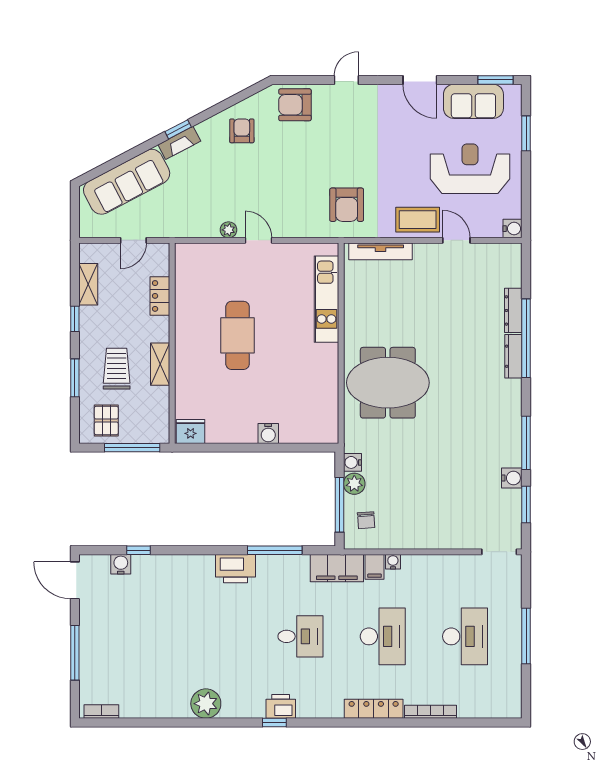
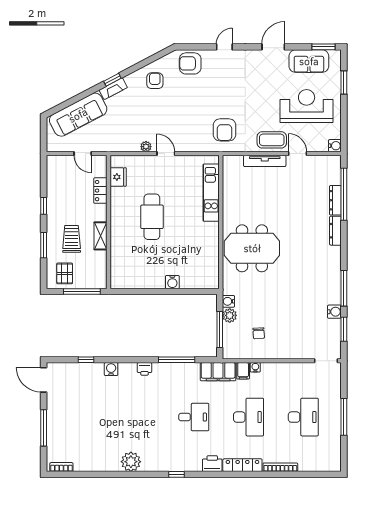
door: (420, 80) -> (273, 47), swing flipped
door: (133, 240) -> (83, 154), hinge flipped
tv unit: (381, 251) -> (265, 161), moved
shelving: (88, 284) -> (53, 183), removed
window: (526, 338) -> (344, 194), moved
fridge: (191, 432) -> (118, 177), moved, turned 90
chair: (366, 520) -> (259, 333), moved
water cooler: (121, 564) -> (111, 369), moved
printer: (236, 569) -> (144, 369), width x0.53, depth x0.68
printer: (281, 706) -> (212, 464), moved

